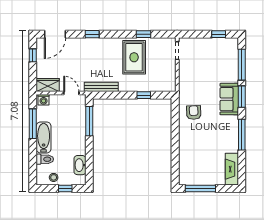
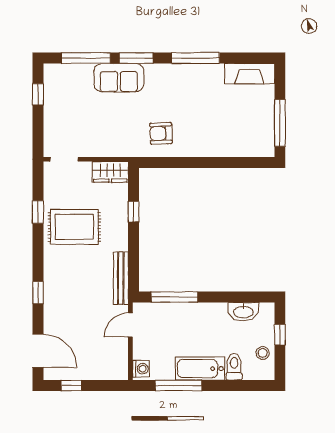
wardrobe: (48, 85) -> (110, 172), moved, turned -90
sofa: (229, 99) -> (119, 78), moved

